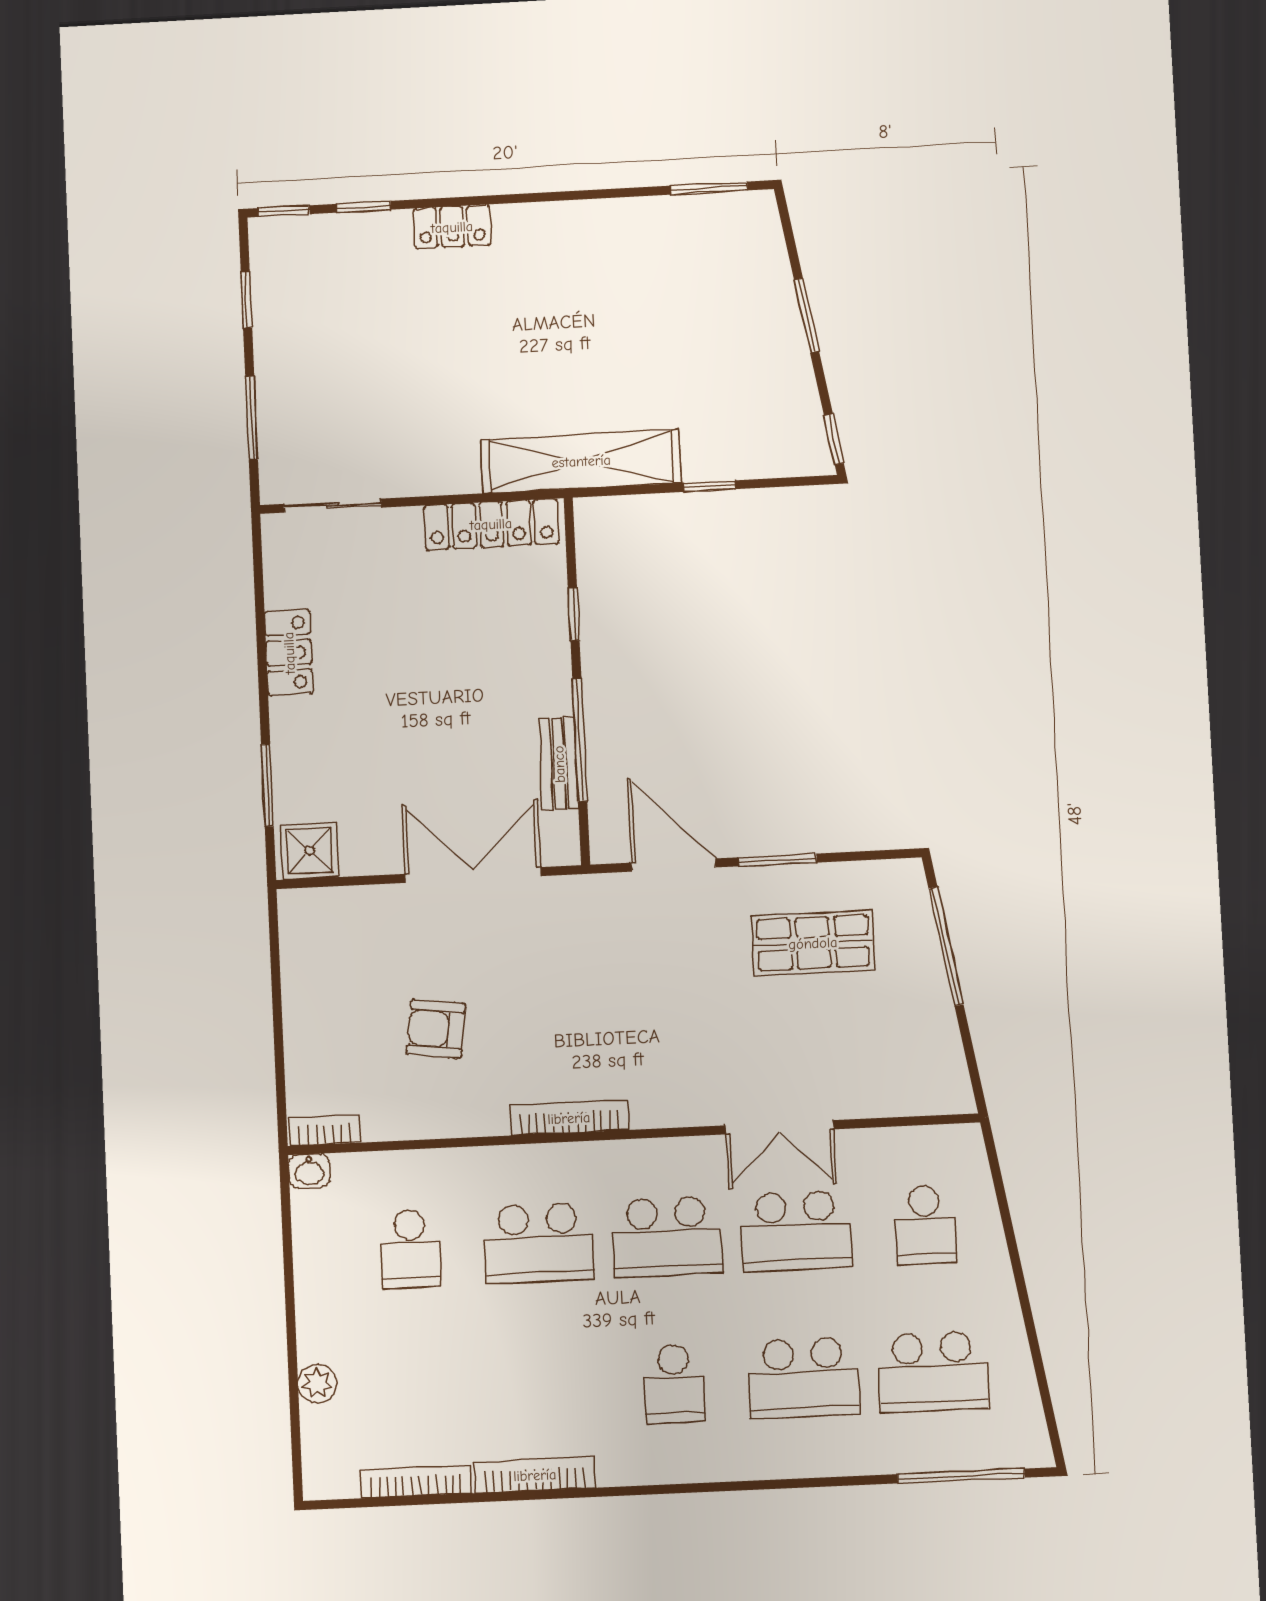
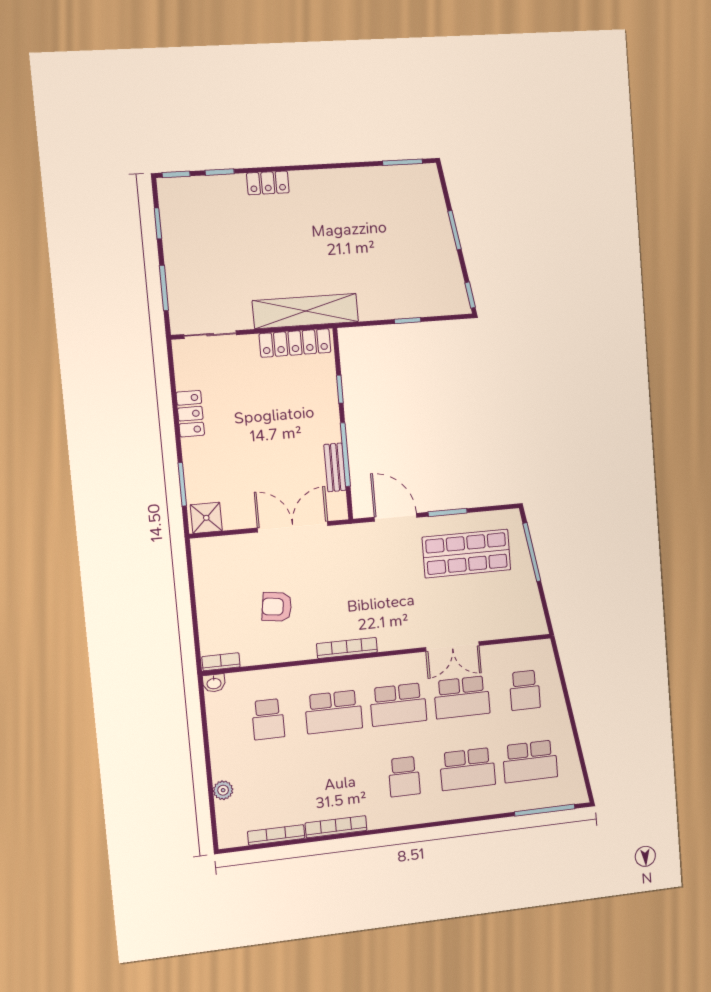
shelving: (581, 461) -> (305, 311), moved
shop shelf: (813, 943) -> (466, 554), width x1.43, depth x1.36

